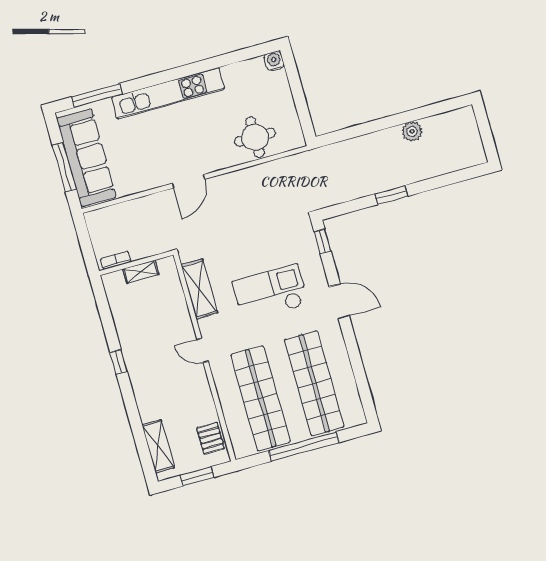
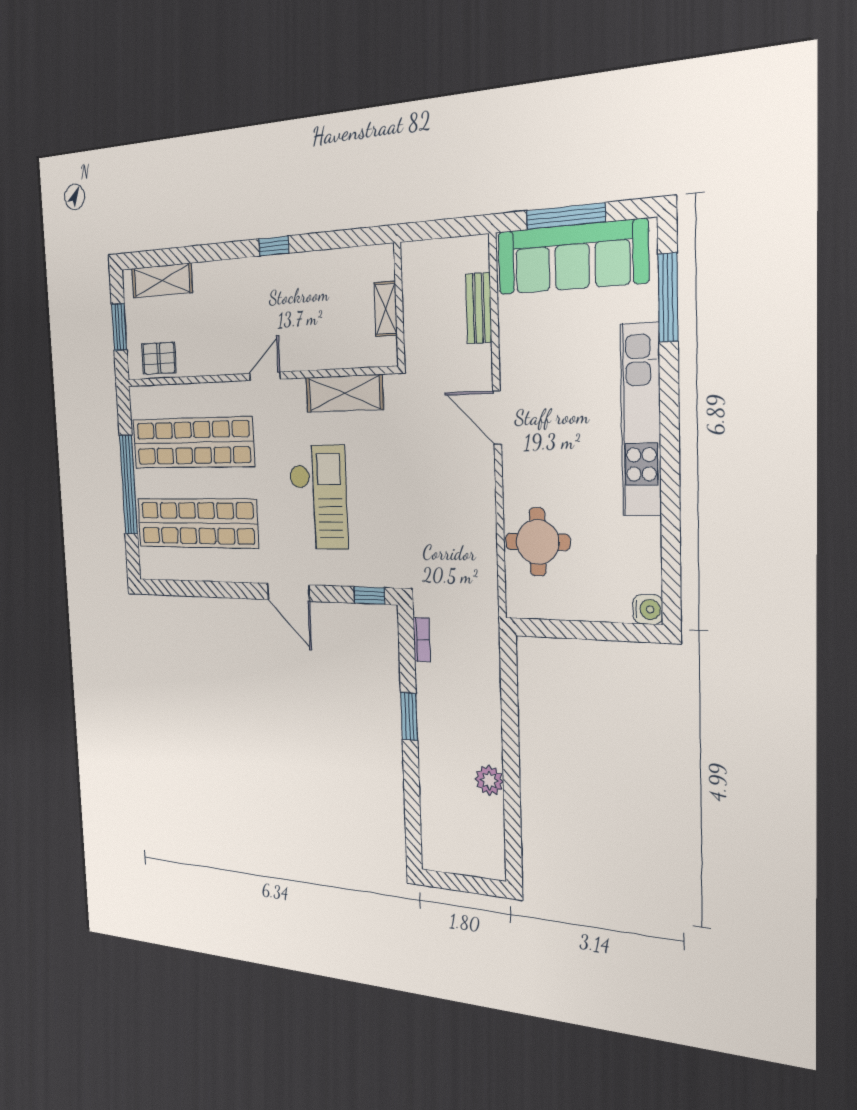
bench: (127, 209) -> (479, 308), added
bookcase: (116, 260) -> (422, 640), moved
door: (339, 301) -> (288, 592), hinge flipped

